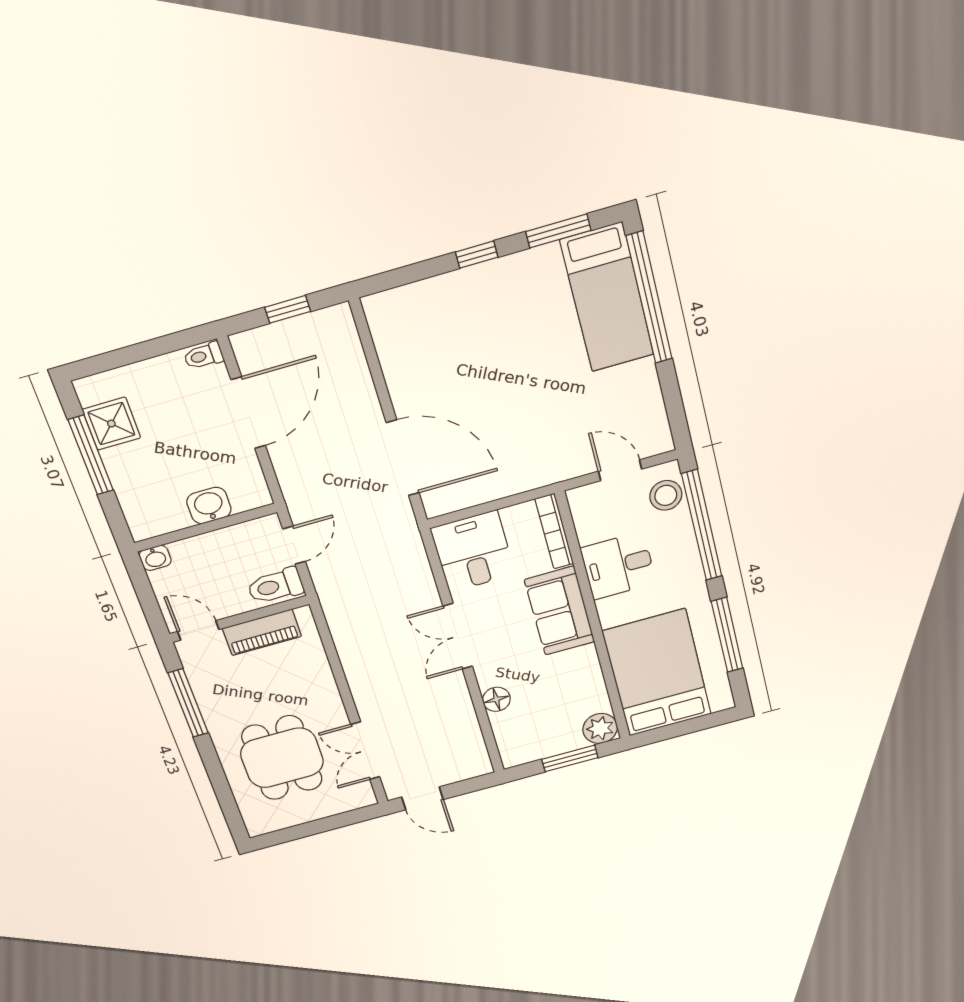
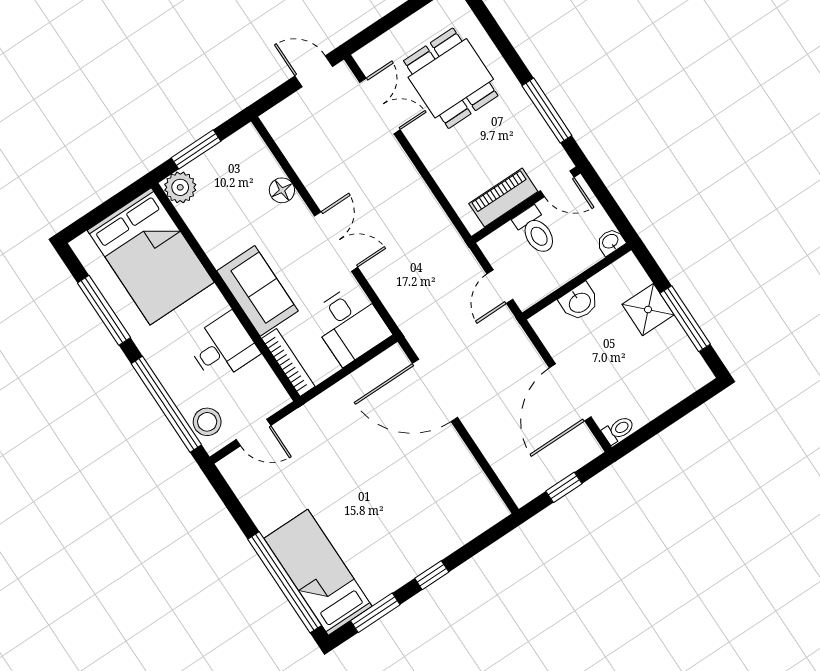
shower: (111, 424) -> (648, 310), moved
toilet: (275, 586) -> (535, 231), moved, turned 90

